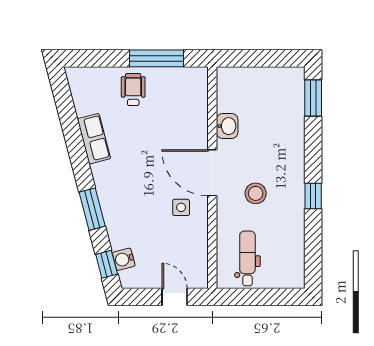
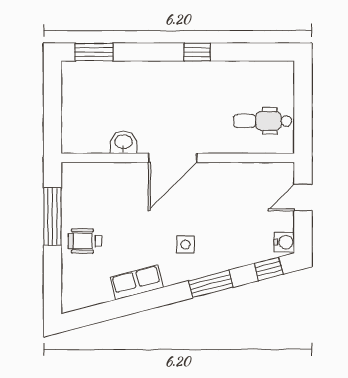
stool: (256, 193) -> (194, 112), removed
side table: (181, 207) -> (185, 245), moved
water cooler: (124, 259) -> (284, 242), moved, turned -75

